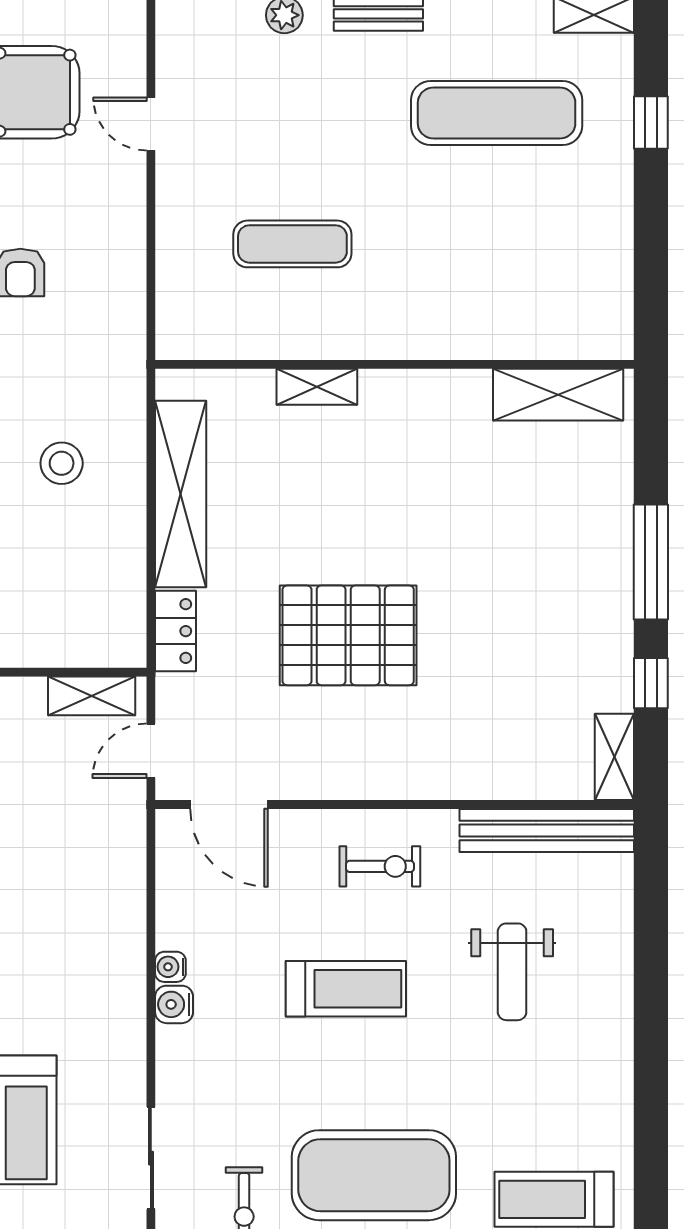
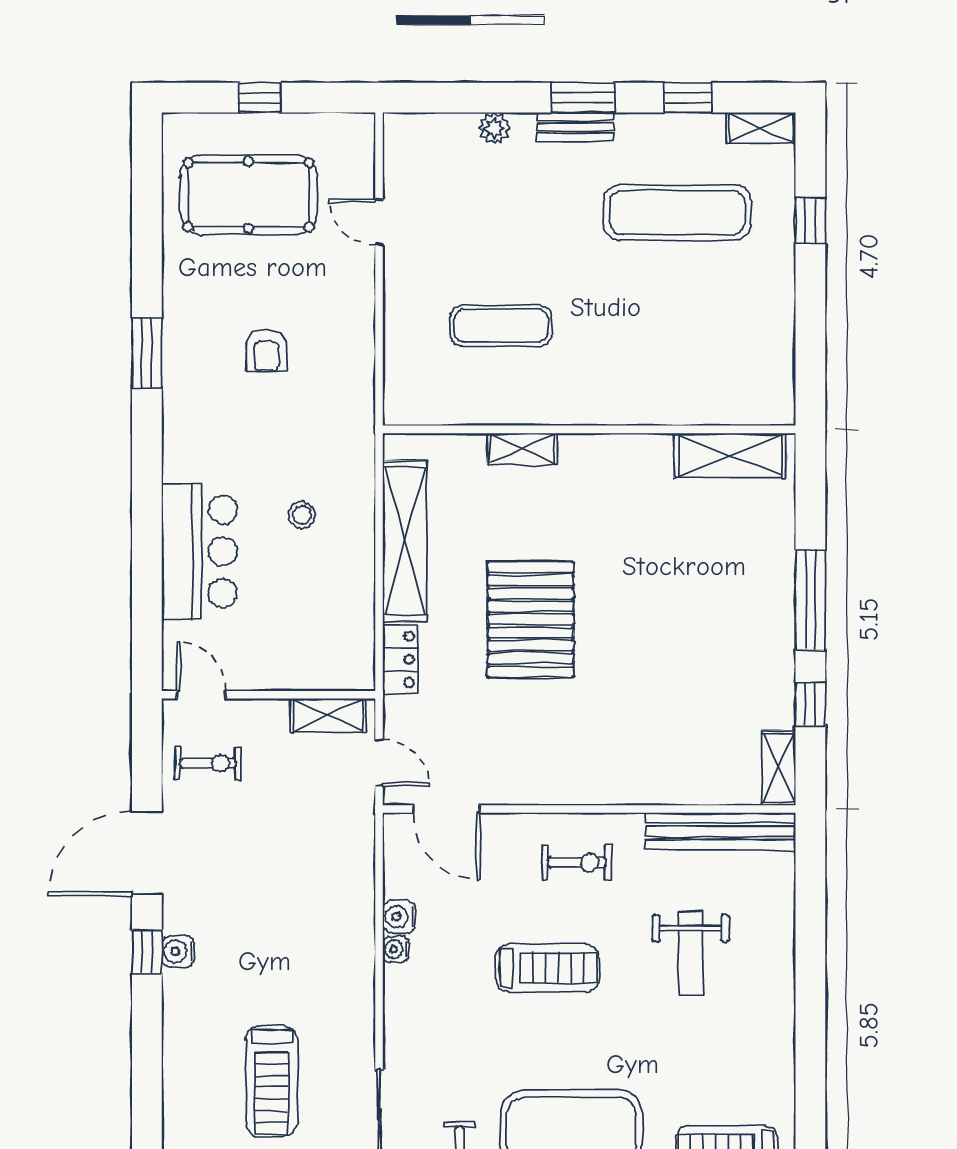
stool: (62, 463) -> (302, 515), width x0.73, depth x0.73
pallet: (348, 635) -> (531, 619), moved, turned 90
door: (151, 751) -> (379, 763), swing flipped
water cooler: (174, 1004) -> (399, 917), moved

